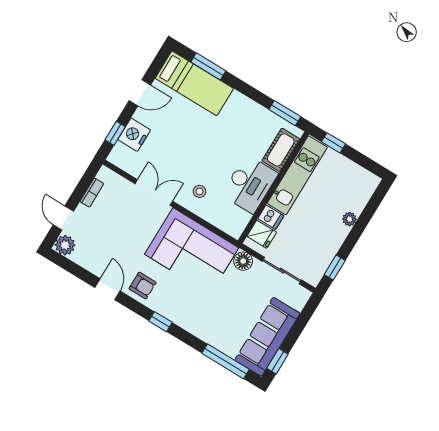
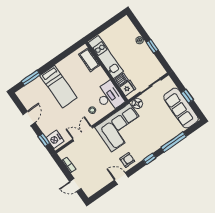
bed: (194, 83) -> (59, 87), moved, turned 90
window: (285, 113) -> (71, 49), removed
nightstand: (134, 135) -> (55, 139), moved
window: (334, 143) -> (97, 31), removed
desk: (250, 184) -> (109, 97), moved
plant: (65, 245) -> (90, 190), removed
window: (335, 268) -> (152, 46), moved
window: (225, 361) -> (174, 142), moved
window: (277, 361) -> (187, 96), moved

